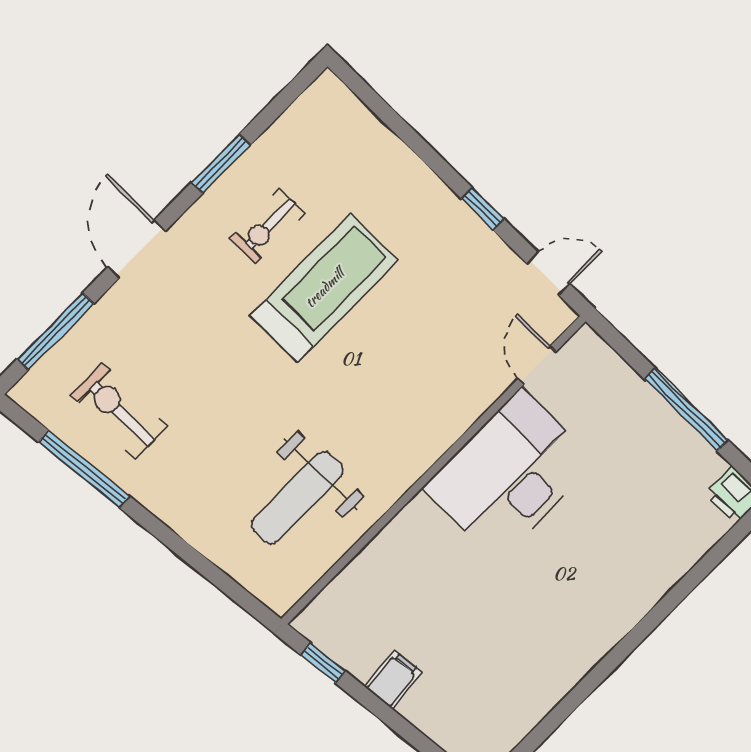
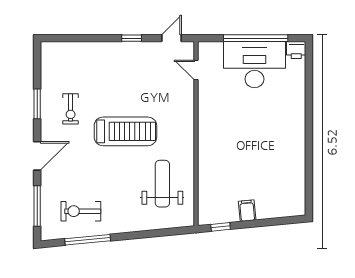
door: (137, 249) -> (37, 156), swing flipped
treadmill: (324, 288) -> (125, 131), moved, turned 90
window: (686, 410) -> (256, 38), width x1.46
desk: (510, 475) -> (254, 65), moved, turned 90
weight bench: (298, 498) -> (162, 184), turned 180

